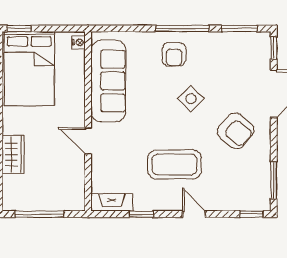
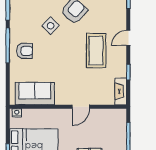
sofa: (108, 81) -> (35, 94), width x0.73
side table: (191, 99) -> (51, 26), moved

